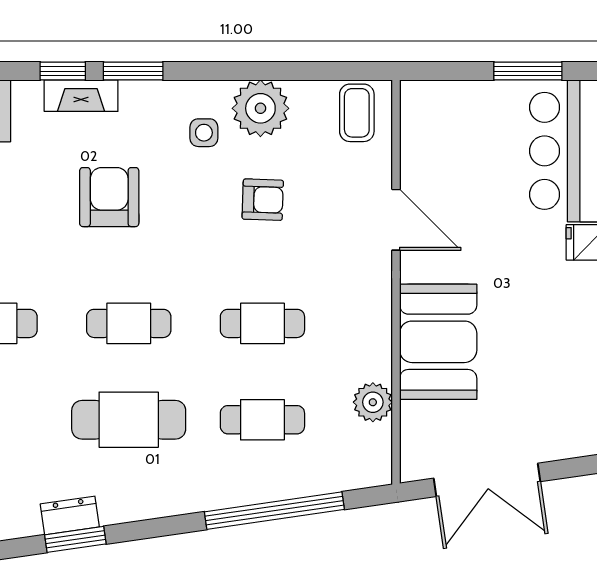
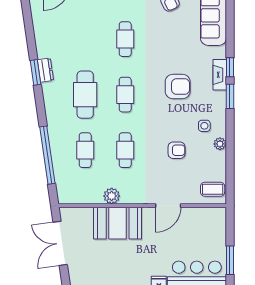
plant: (260, 108) -> (220, 144), width x0.53, depth x0.53
armchair: (263, 200) -> (177, 150), turned -92
plant: (373, 402) -> (112, 196), moved

